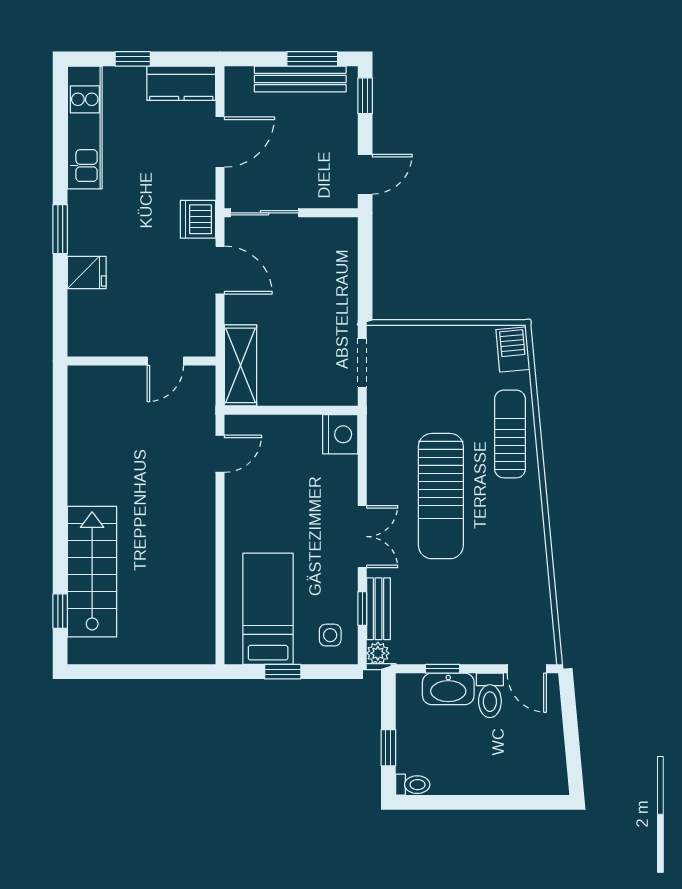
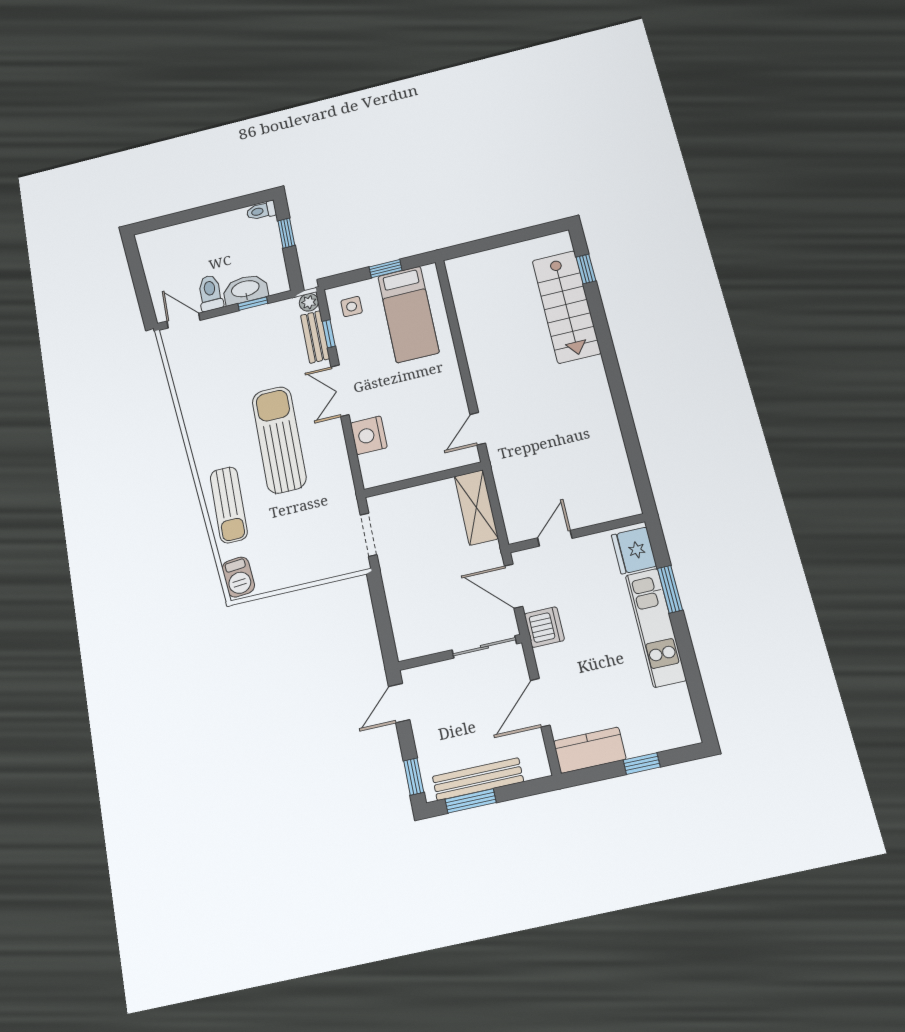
kitchen unit: (85, 128) -> (656, 628), moved
fridge: (87, 273) -> (634, 551), width x1.38
wall: (142, 361) -> (576, 533), moved
door: (165, 361) -> (555, 538), moved
nightstand: (340, 434) -> (369, 435), moved

